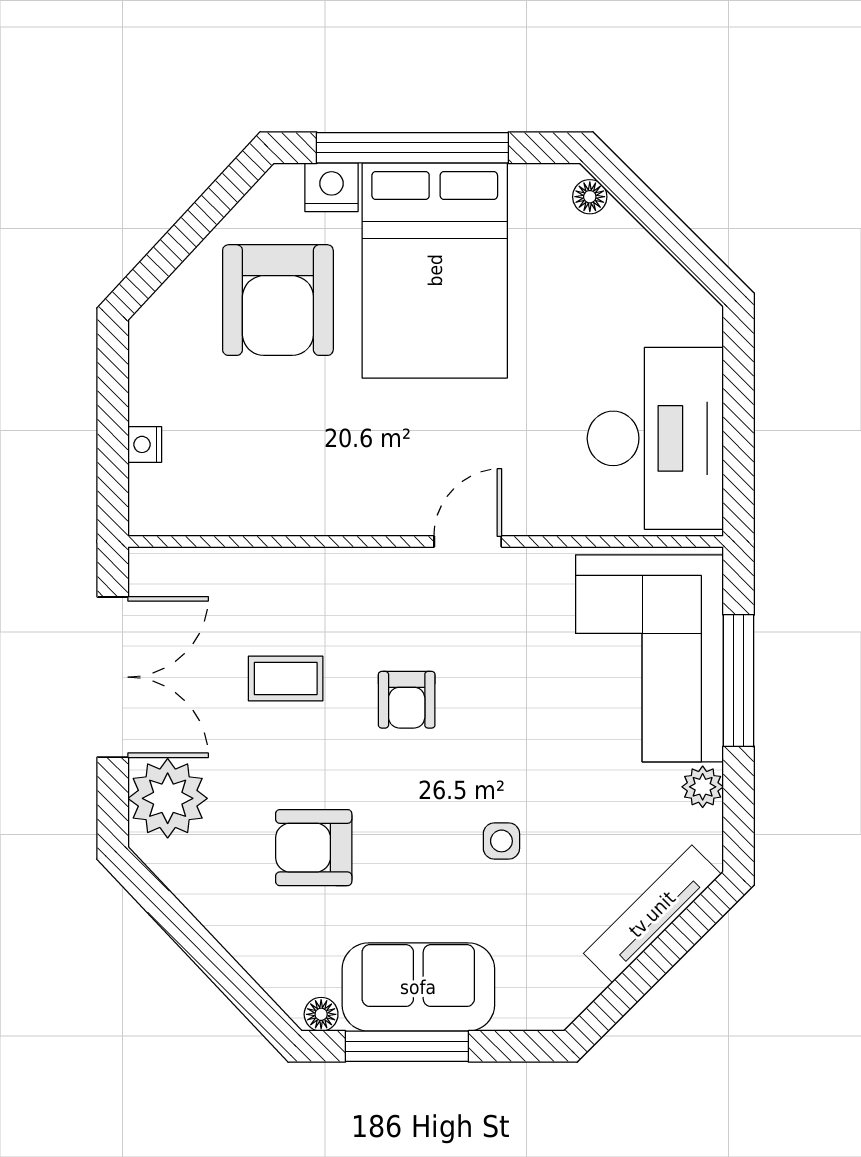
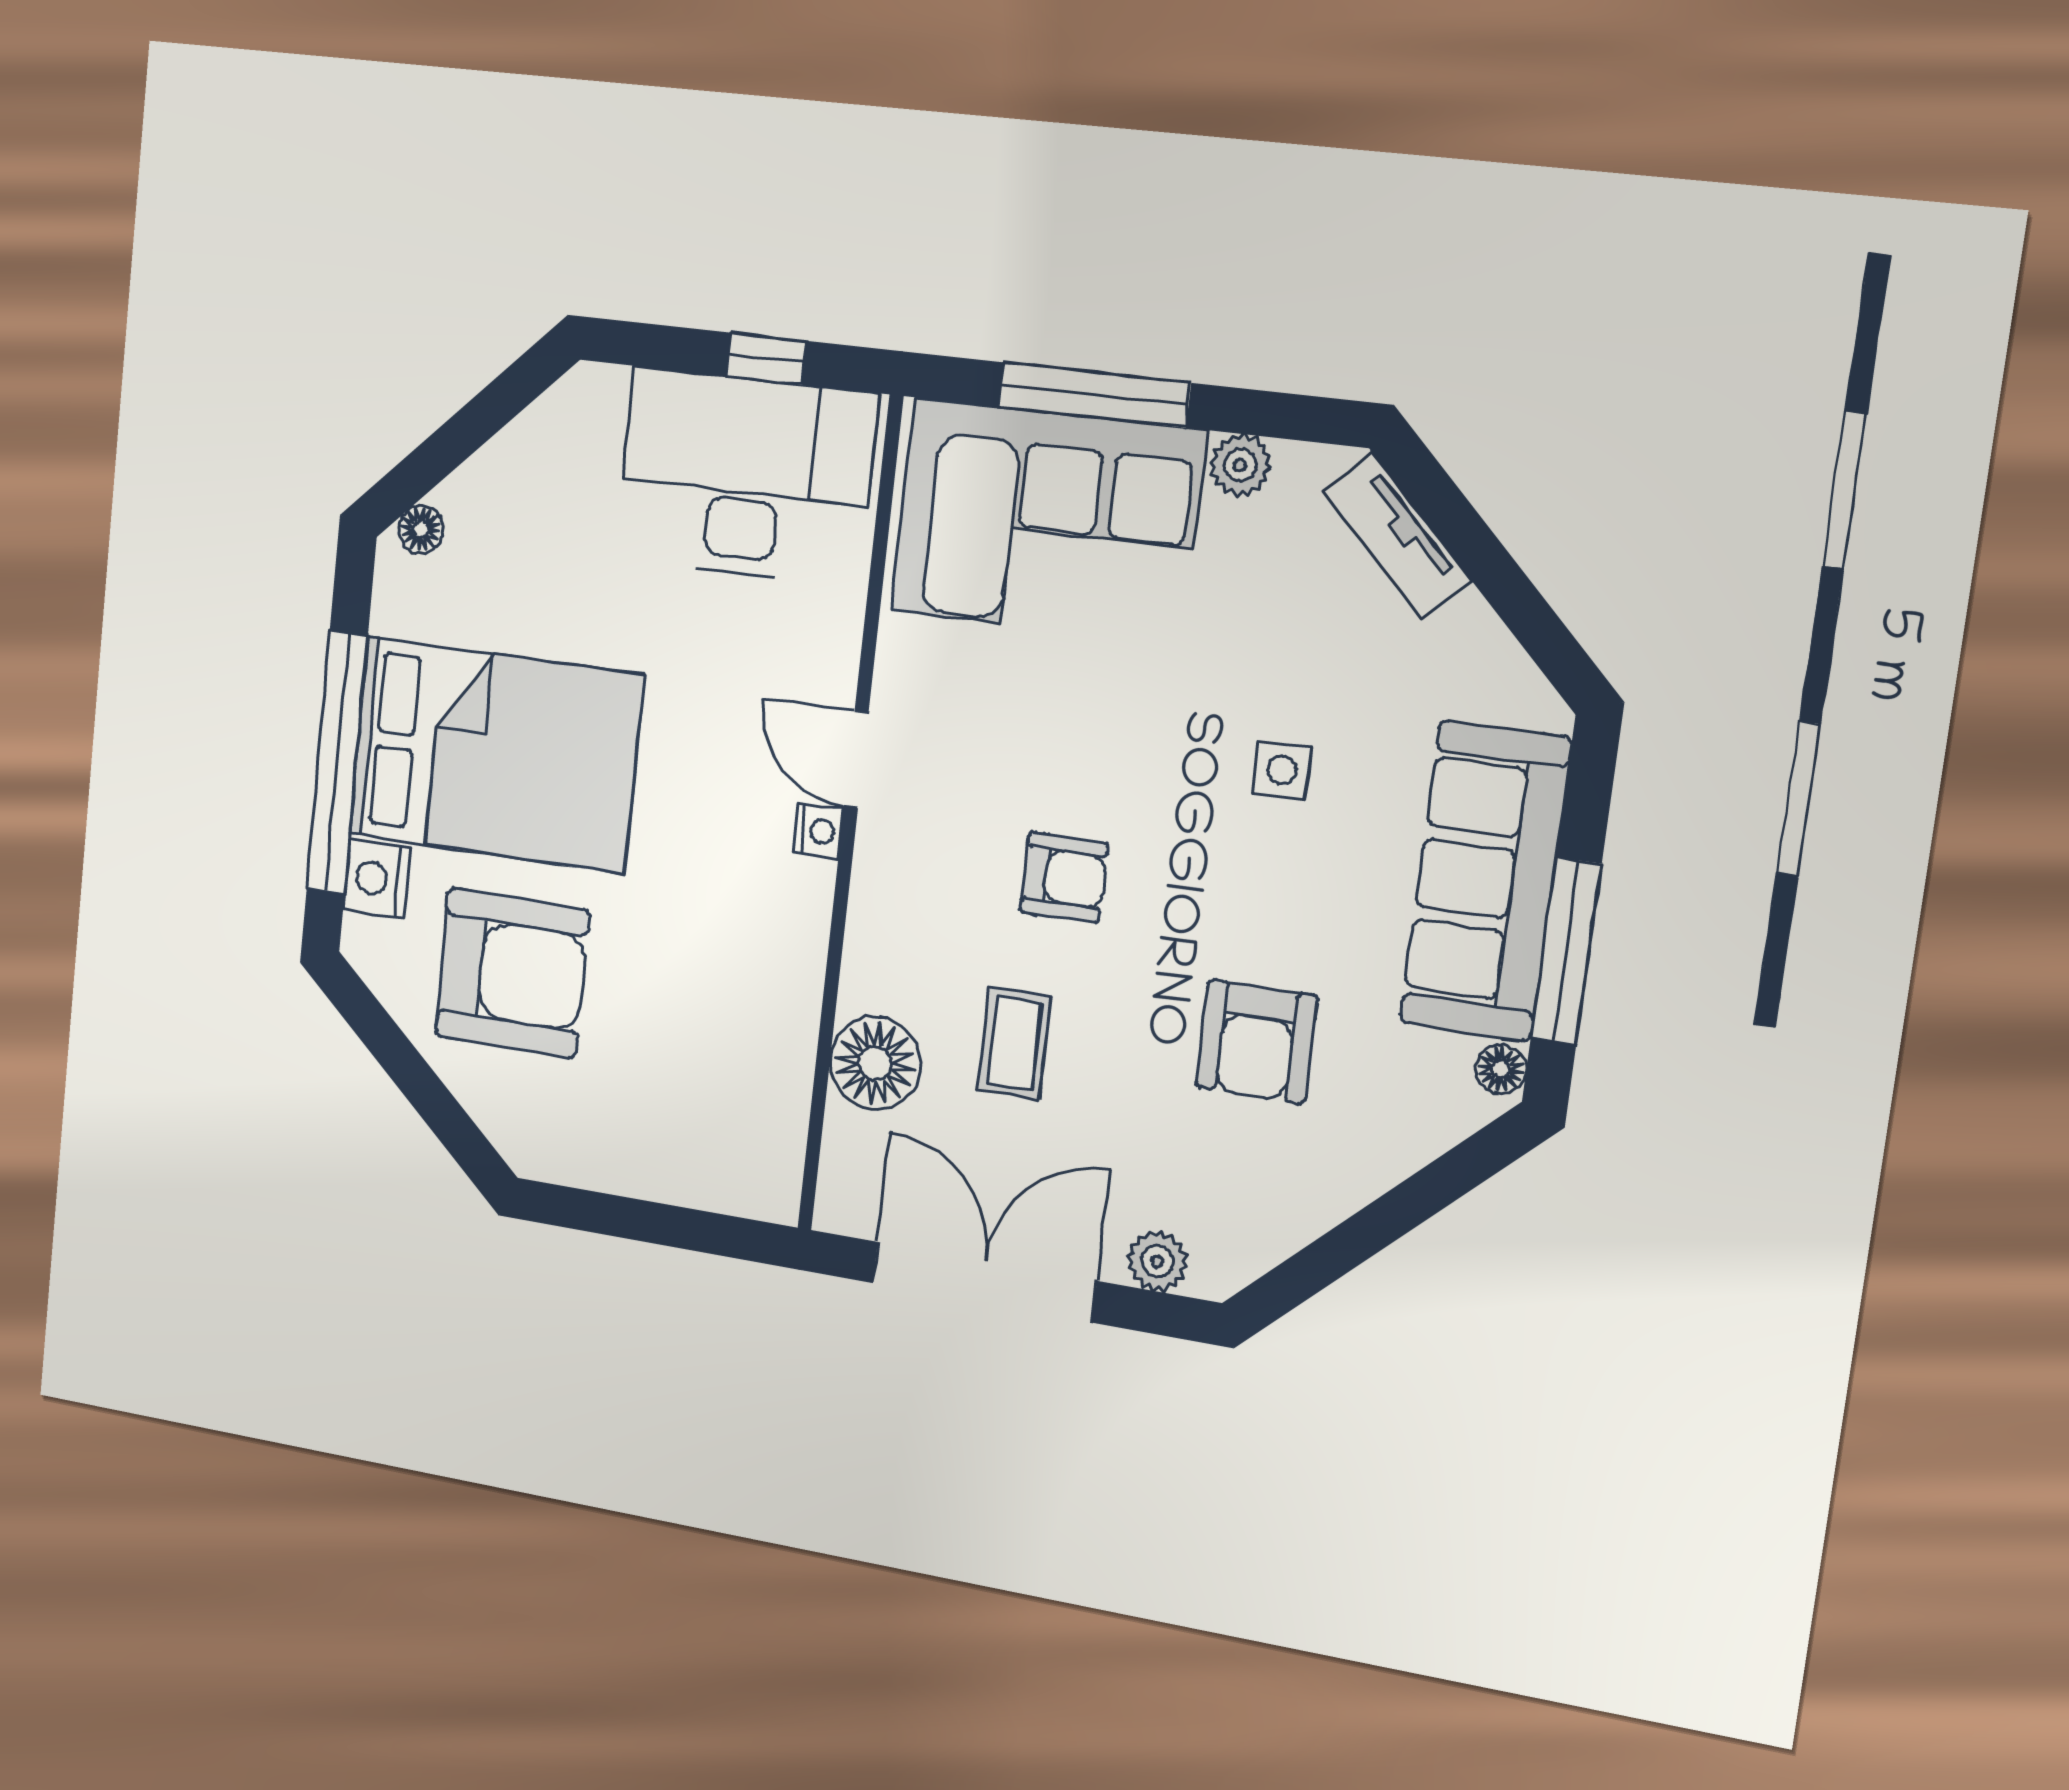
nightstand: (145, 444) -> (818, 831), moved, turned -90
window: (739, 444) -> (766, 359), added
floor lamp: (256, 580) -> (875, 1063), added
plant: (168, 798) -> (1157, 1261), width x0.53, depth x0.53
tv unit: (652, 914) -> (1397, 535), width x0.71
sofa: (418, 987) -> (1485, 881), width x1.36

